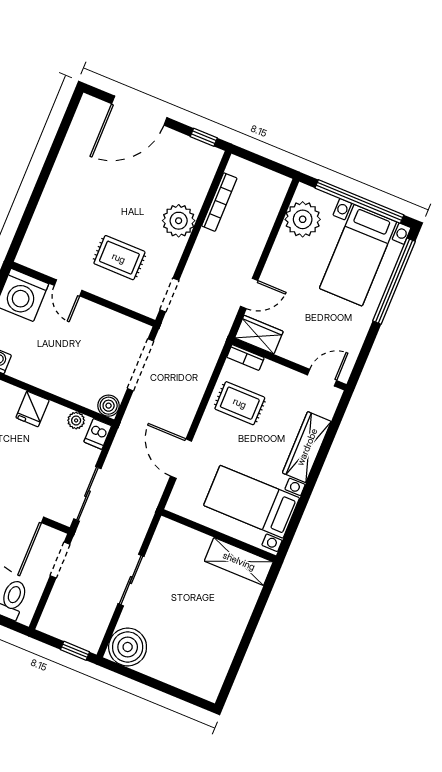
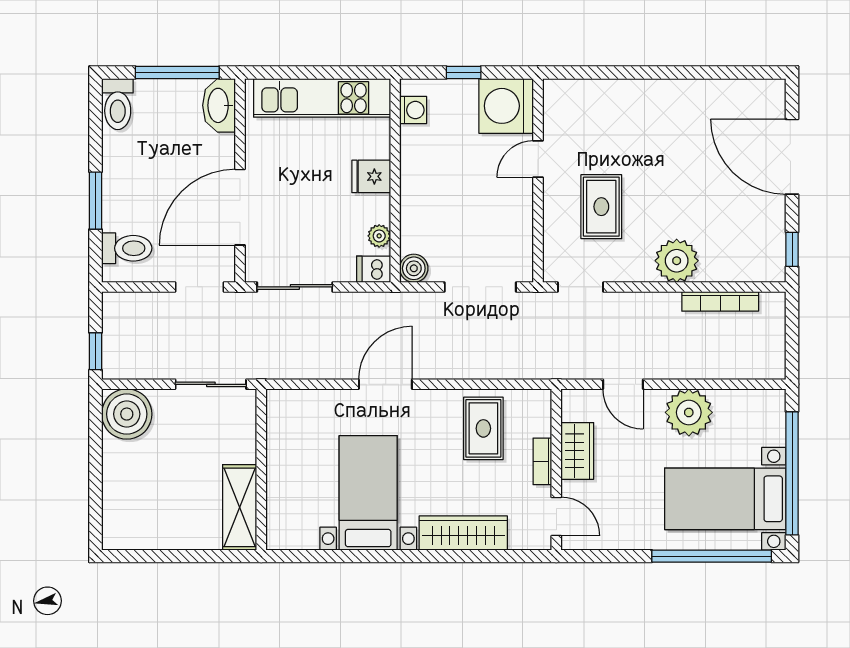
plant: (303, 219) -> (689, 412), moved
wardrobe: (259, 335) -> (577, 451), moved
bookcase: (245, 357) -> (542, 461), moved
wall: (219, 536) -> (261, 469), moved
shelving: (239, 561) -> (240, 507), moved

